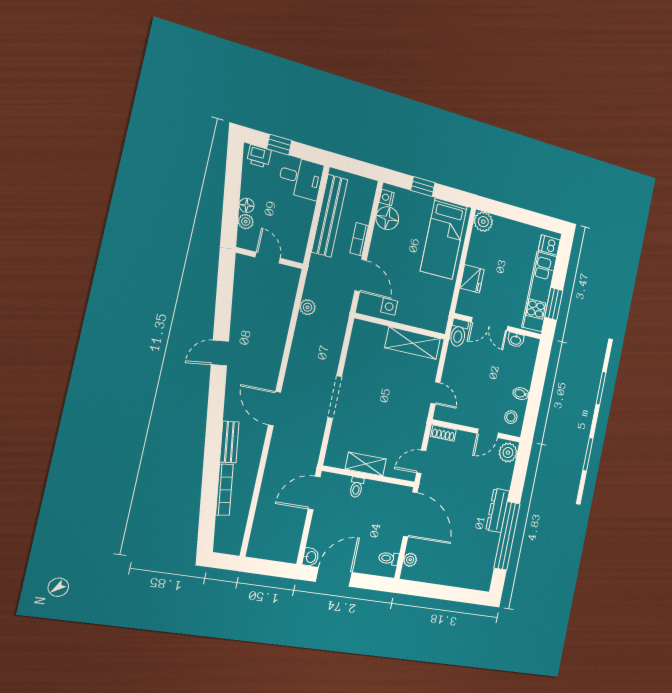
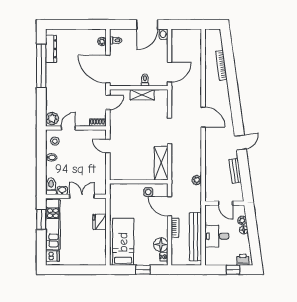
desk: (301, 178) -> (217, 236), moved
plant: (483, 222) -> (100, 259), removed
toilet: (458, 333) -> (51, 186), moved
shelving: (413, 343) -> (161, 163), moved, turned 90
bench: (229, 442) -> (235, 171), moved
dresser: (498, 510) -> (51, 49), moved

